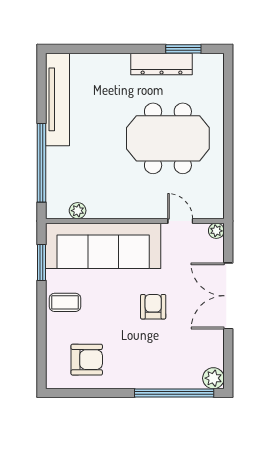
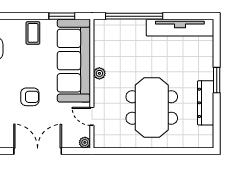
window: (183, 49) -> (217, 80), moved
plant: (78, 211) -> (99, 73), moved
door: (180, 221) -> (92, 116), swing flipped

